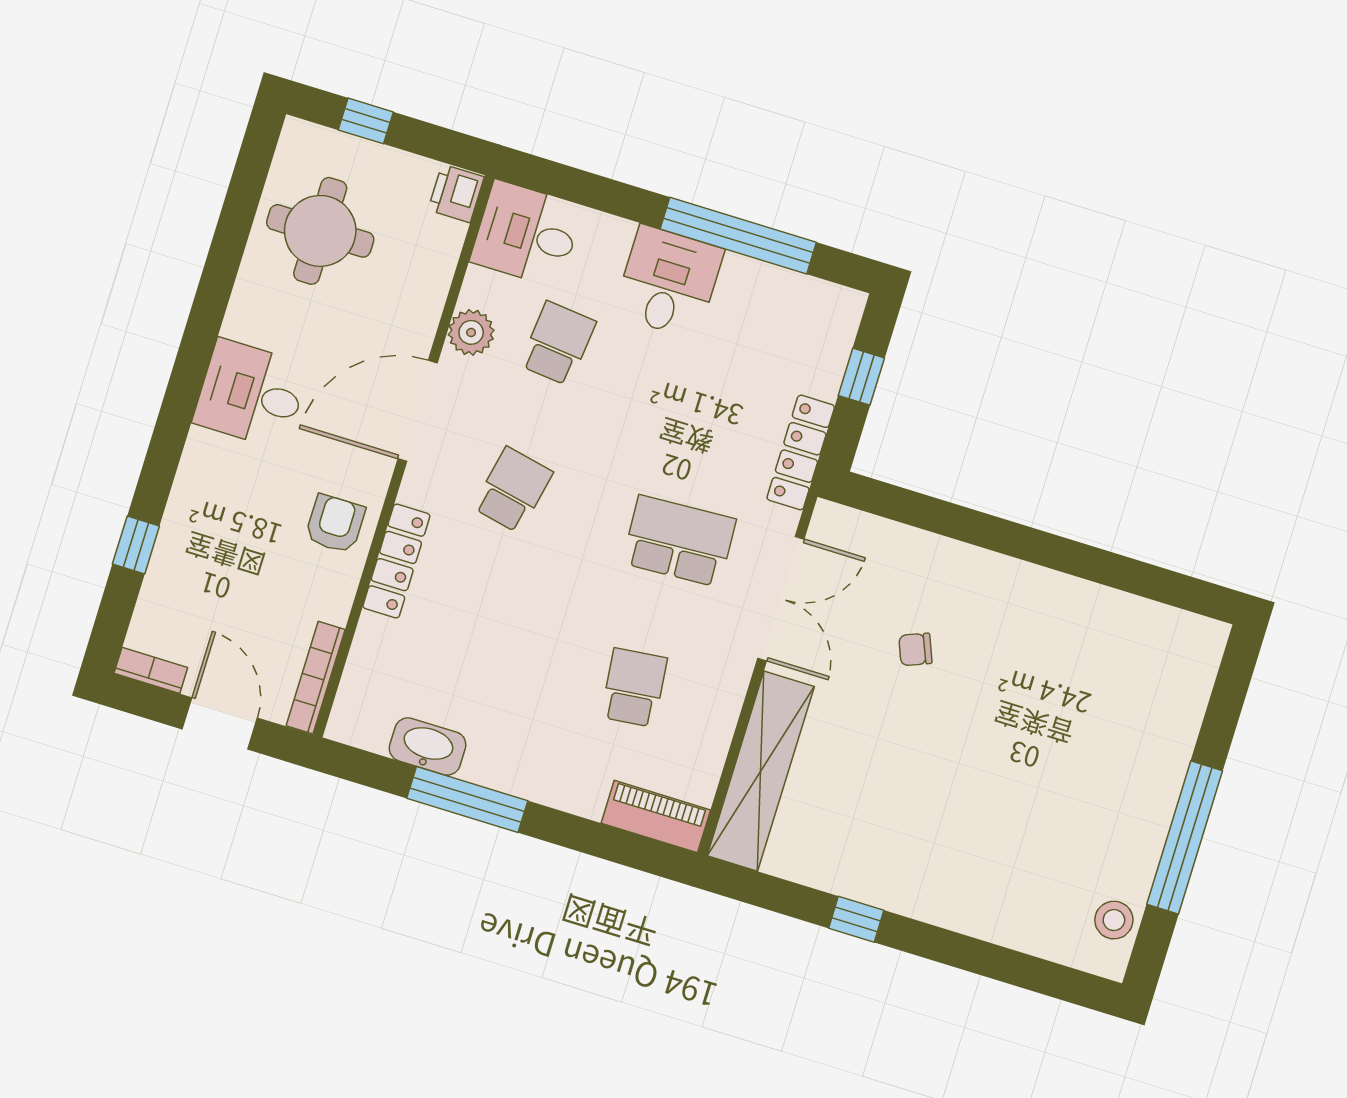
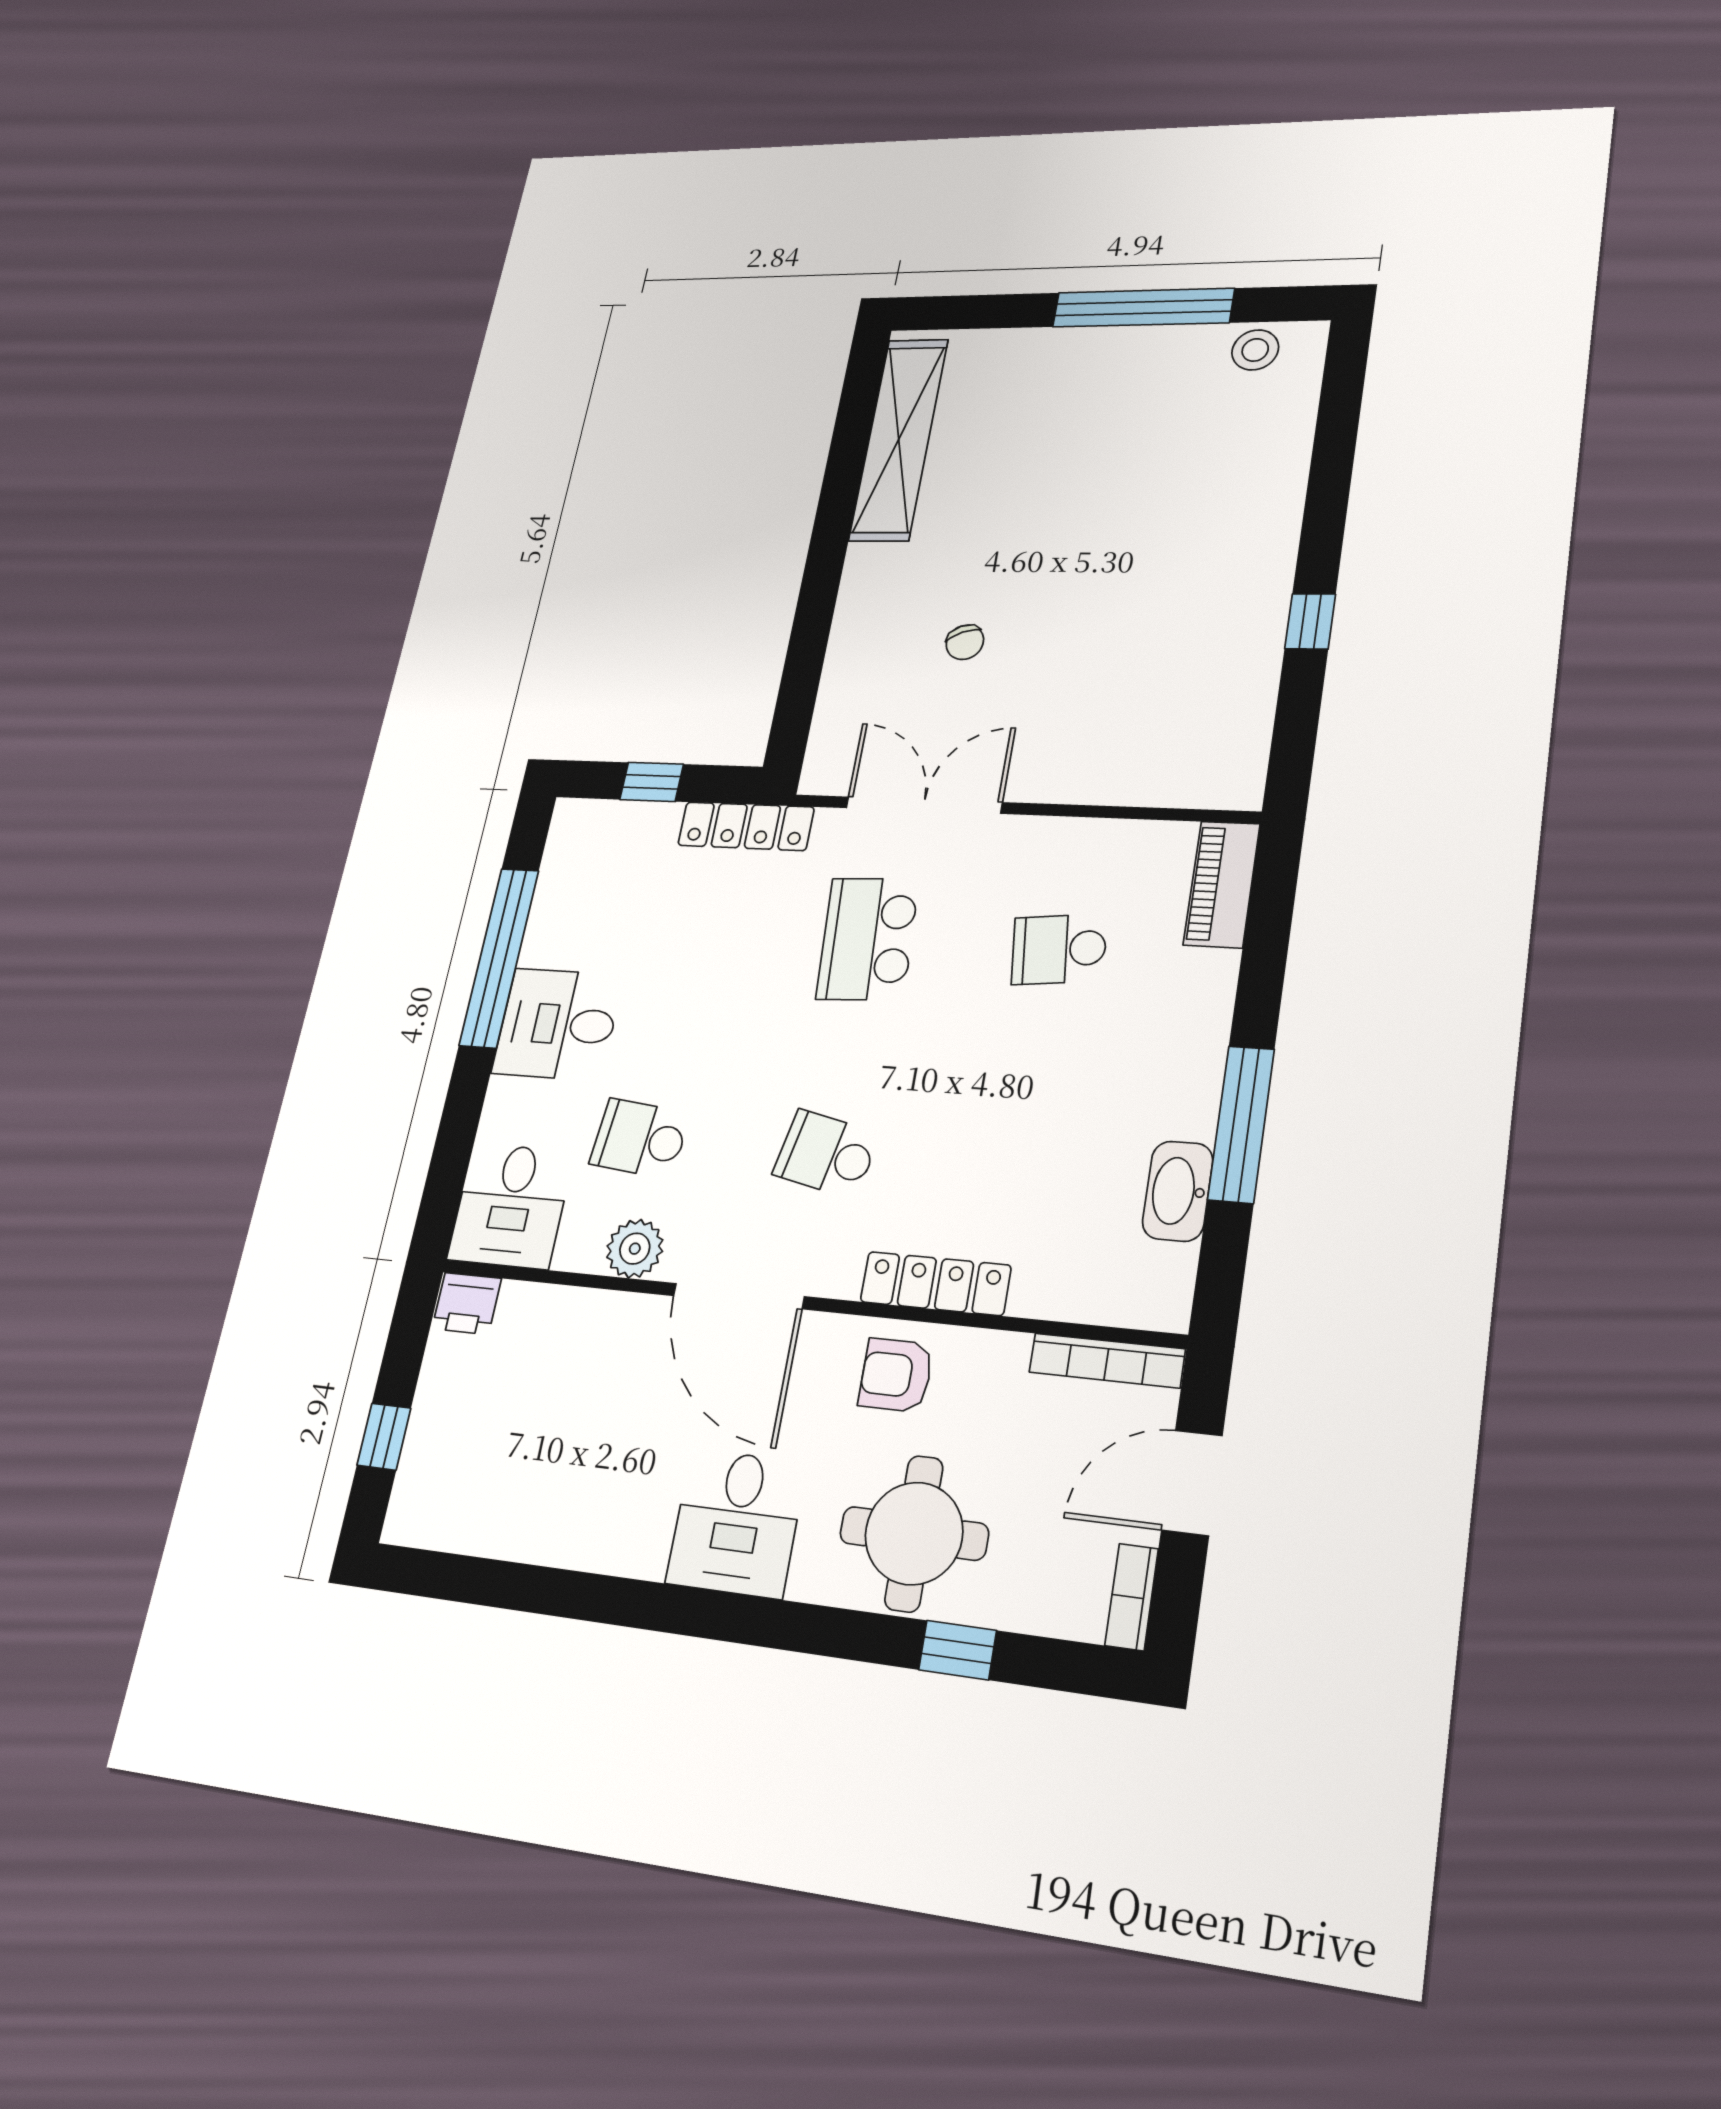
round table: (320, 231) -> (914, 1533), moved
shelving: (761, 771) -> (899, 439), moved, turned 90

